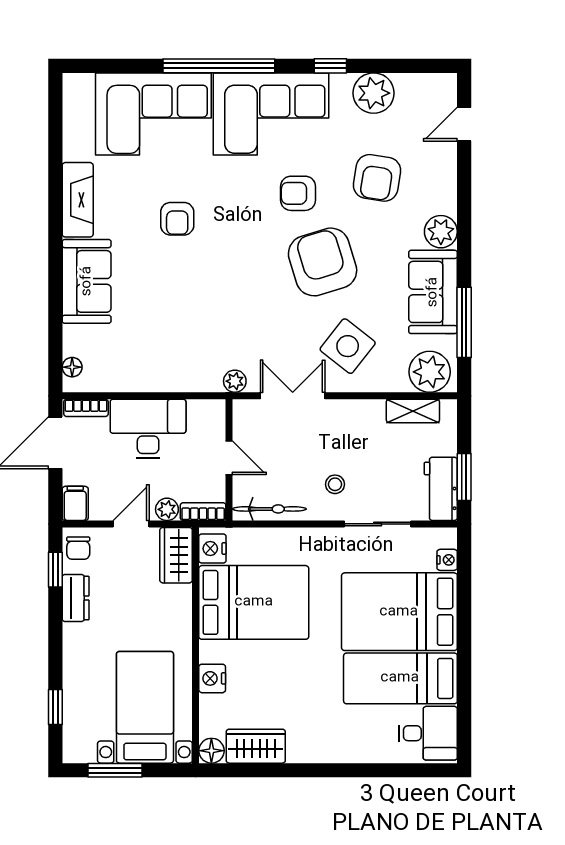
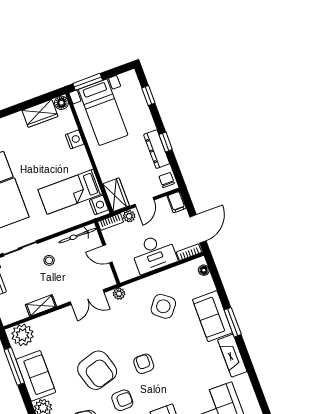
armchair: (177, 219) -> (144, 364), moved
window: (55, 258) -> (233, 322), added
side table: (348, 346) -> (163, 306), moved
shelving: (413, 411) -> (41, 306), moved
window: (55, 570) -> (166, 142), moved
dresser: (76, 598) -> (157, 149), width x1.44
bed: (254, 602) -> (70, 192), width x0.67
window: (115, 770) -> (88, 82), moved

